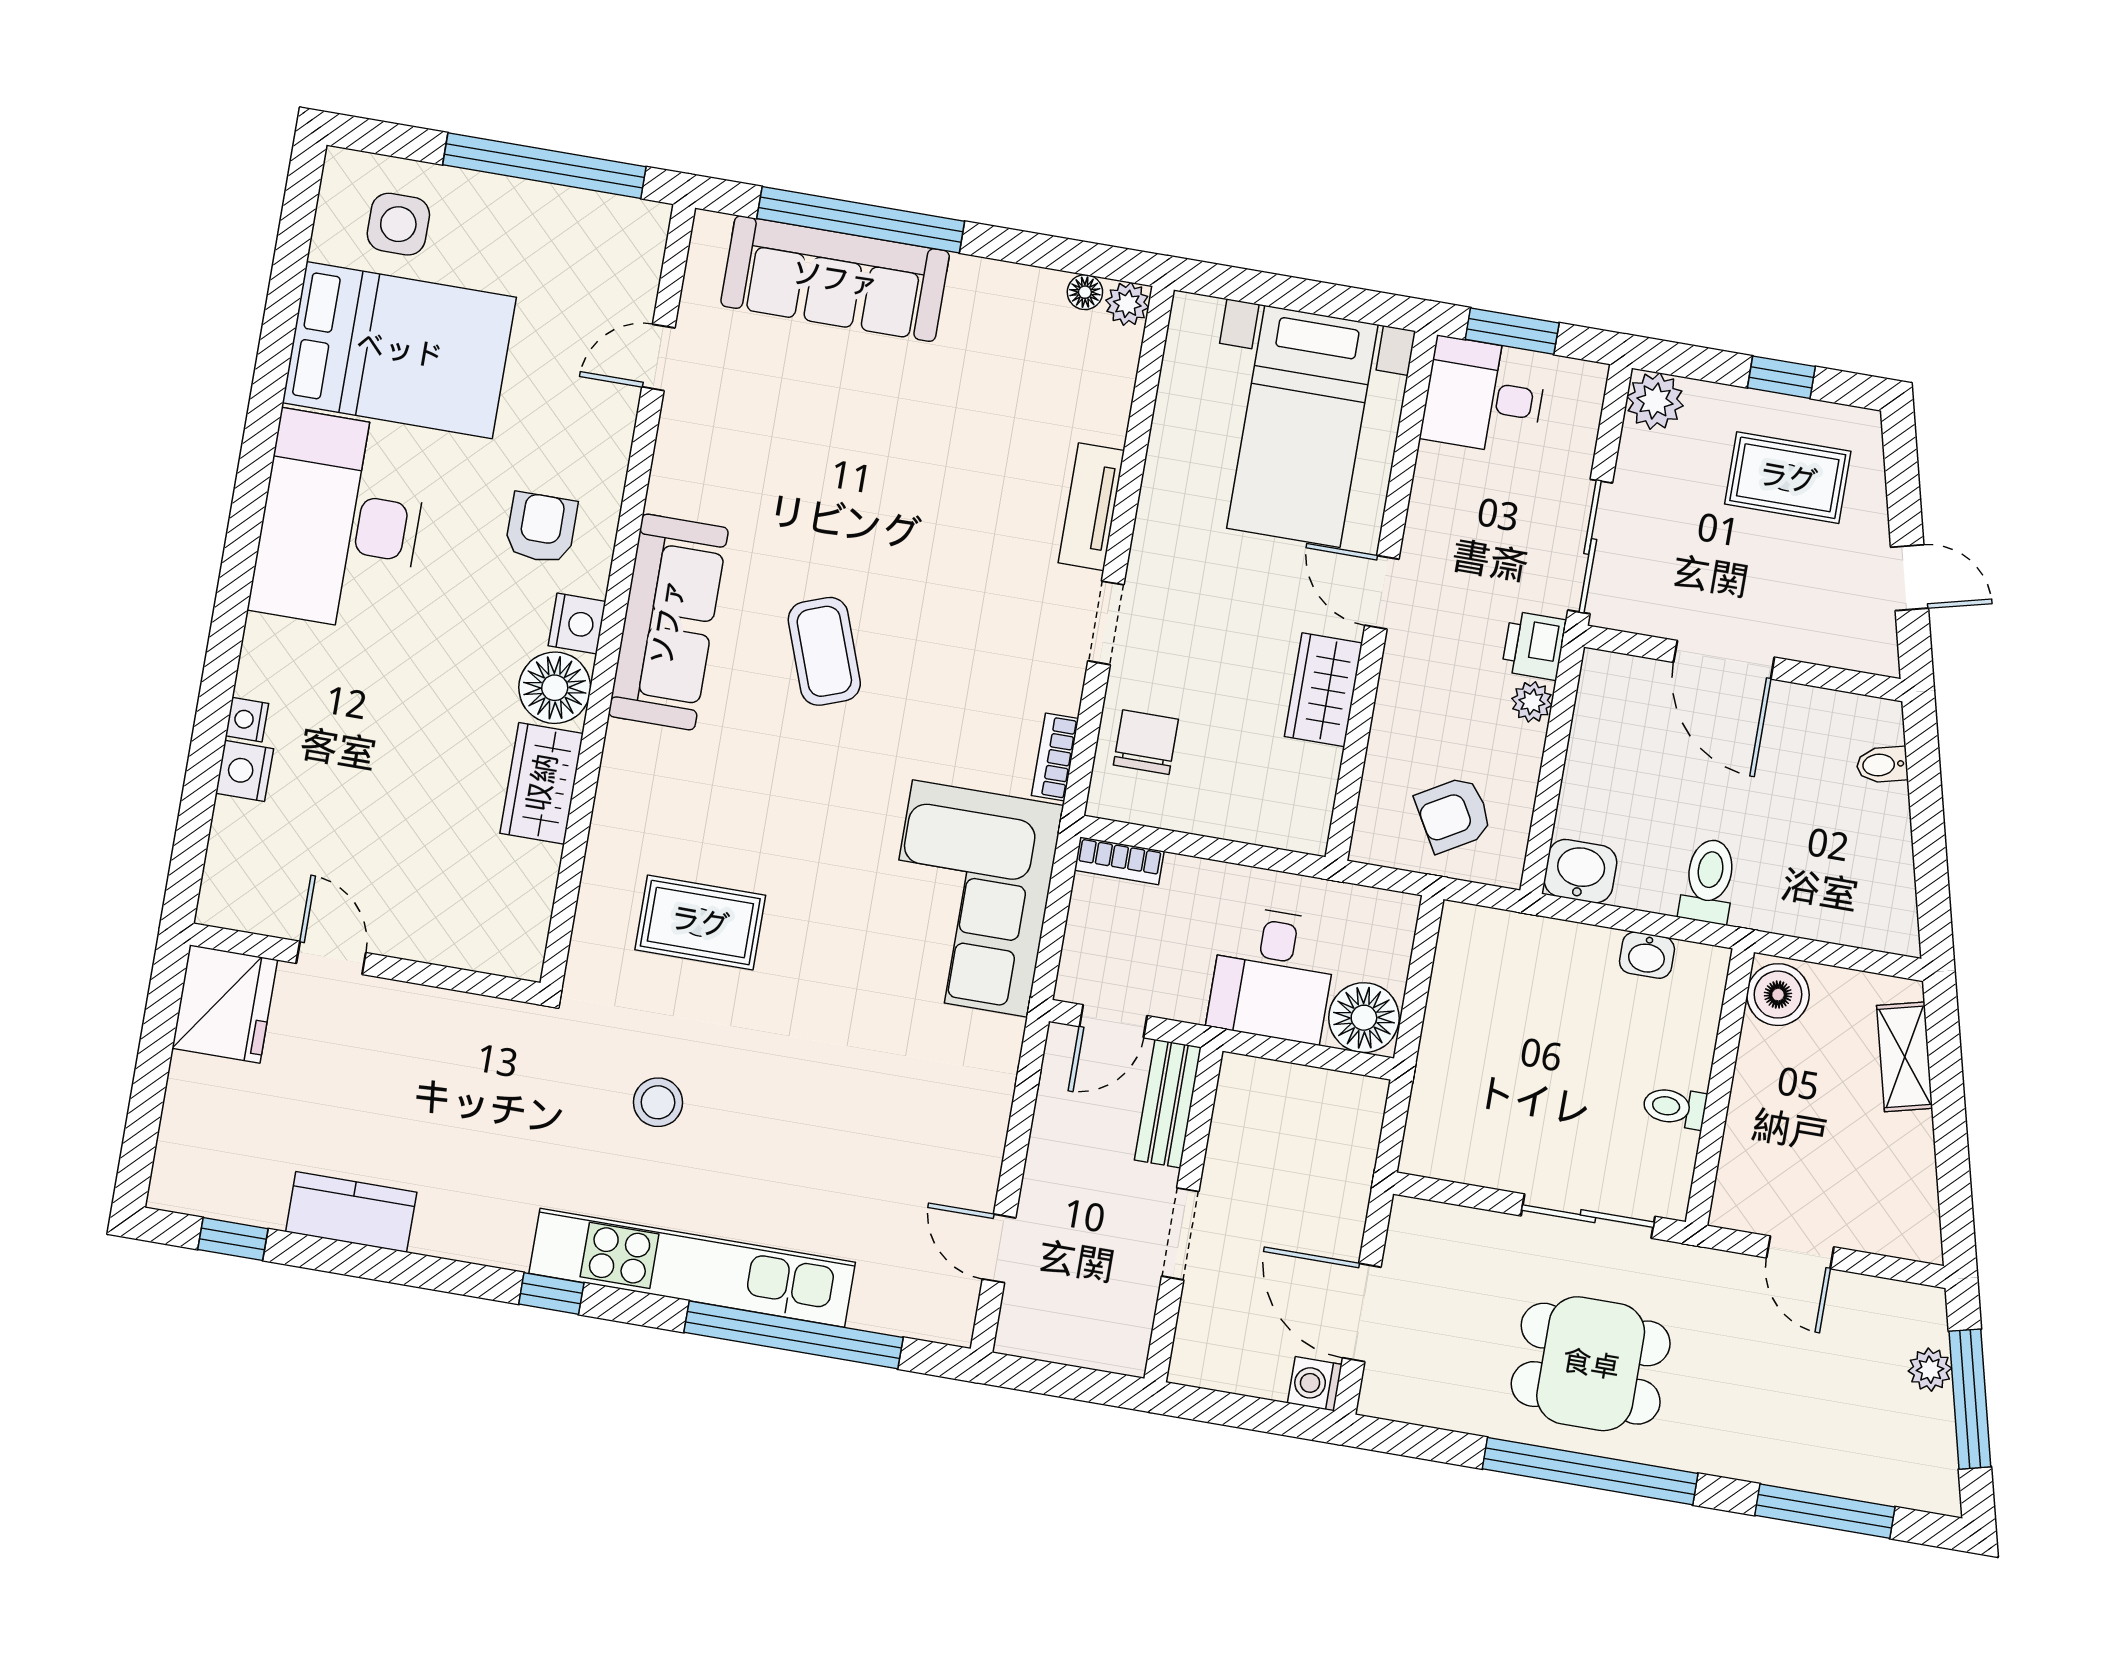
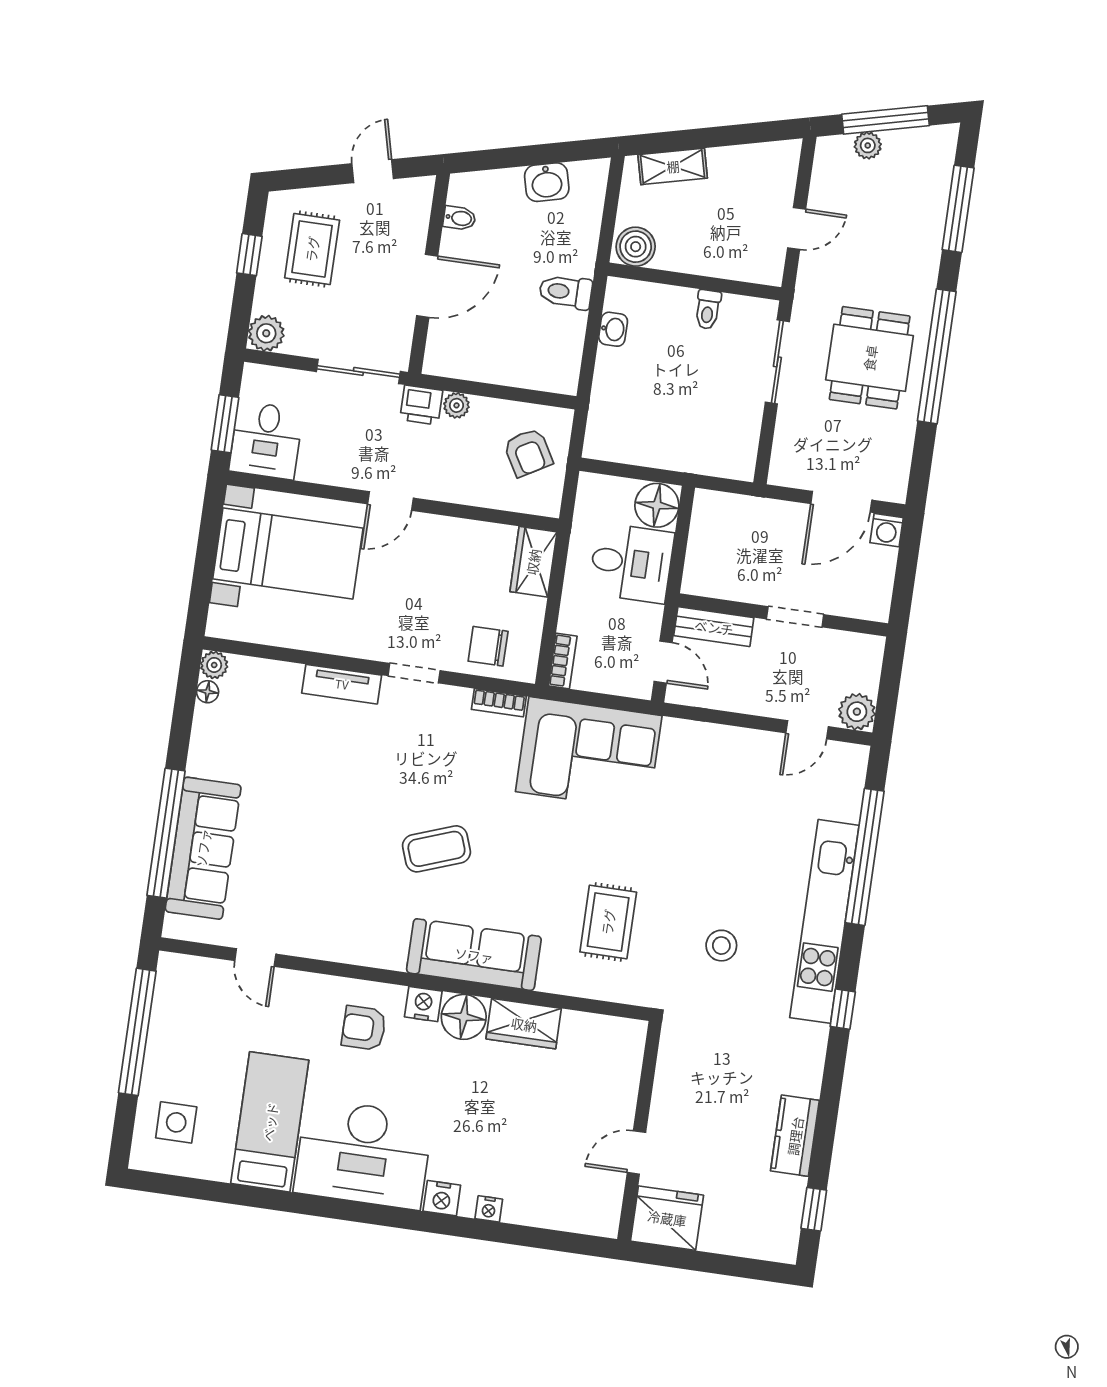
bed: (399, 350) -> (270, 1122), width x0.67
sofa: (668, 622) -> (474, 955), moved
wardrobe: (1323, 690) -> (533, 562), moved, turned 90
bidet: (1882, 765) -> (459, 218), moved, turned -76
nightstand: (245, 771) -> (442, 1198), moved
washbasin: (1580, 871) -> (547, 182), moved, turned -104
plant: (1026, 1329) -> (857, 712), added

